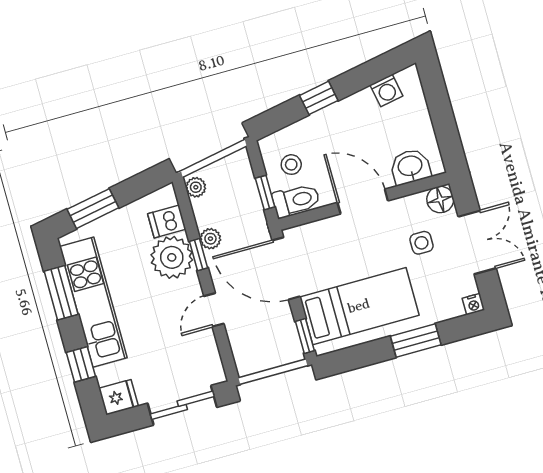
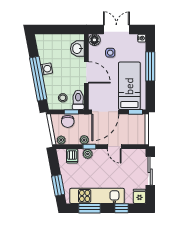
washing machine: (386, 90) -> (46, 69), moved
window: (319, 98) -> (38, 79), width x3.17
chair: (242, 190) -> (68, 121), added
door: (363, 202) -> (86, 72), swing flipped
plant: (172, 257) -> (88, 154), width x0.53, depth x0.53
window: (416, 340) -> (150, 66), width x1.44

